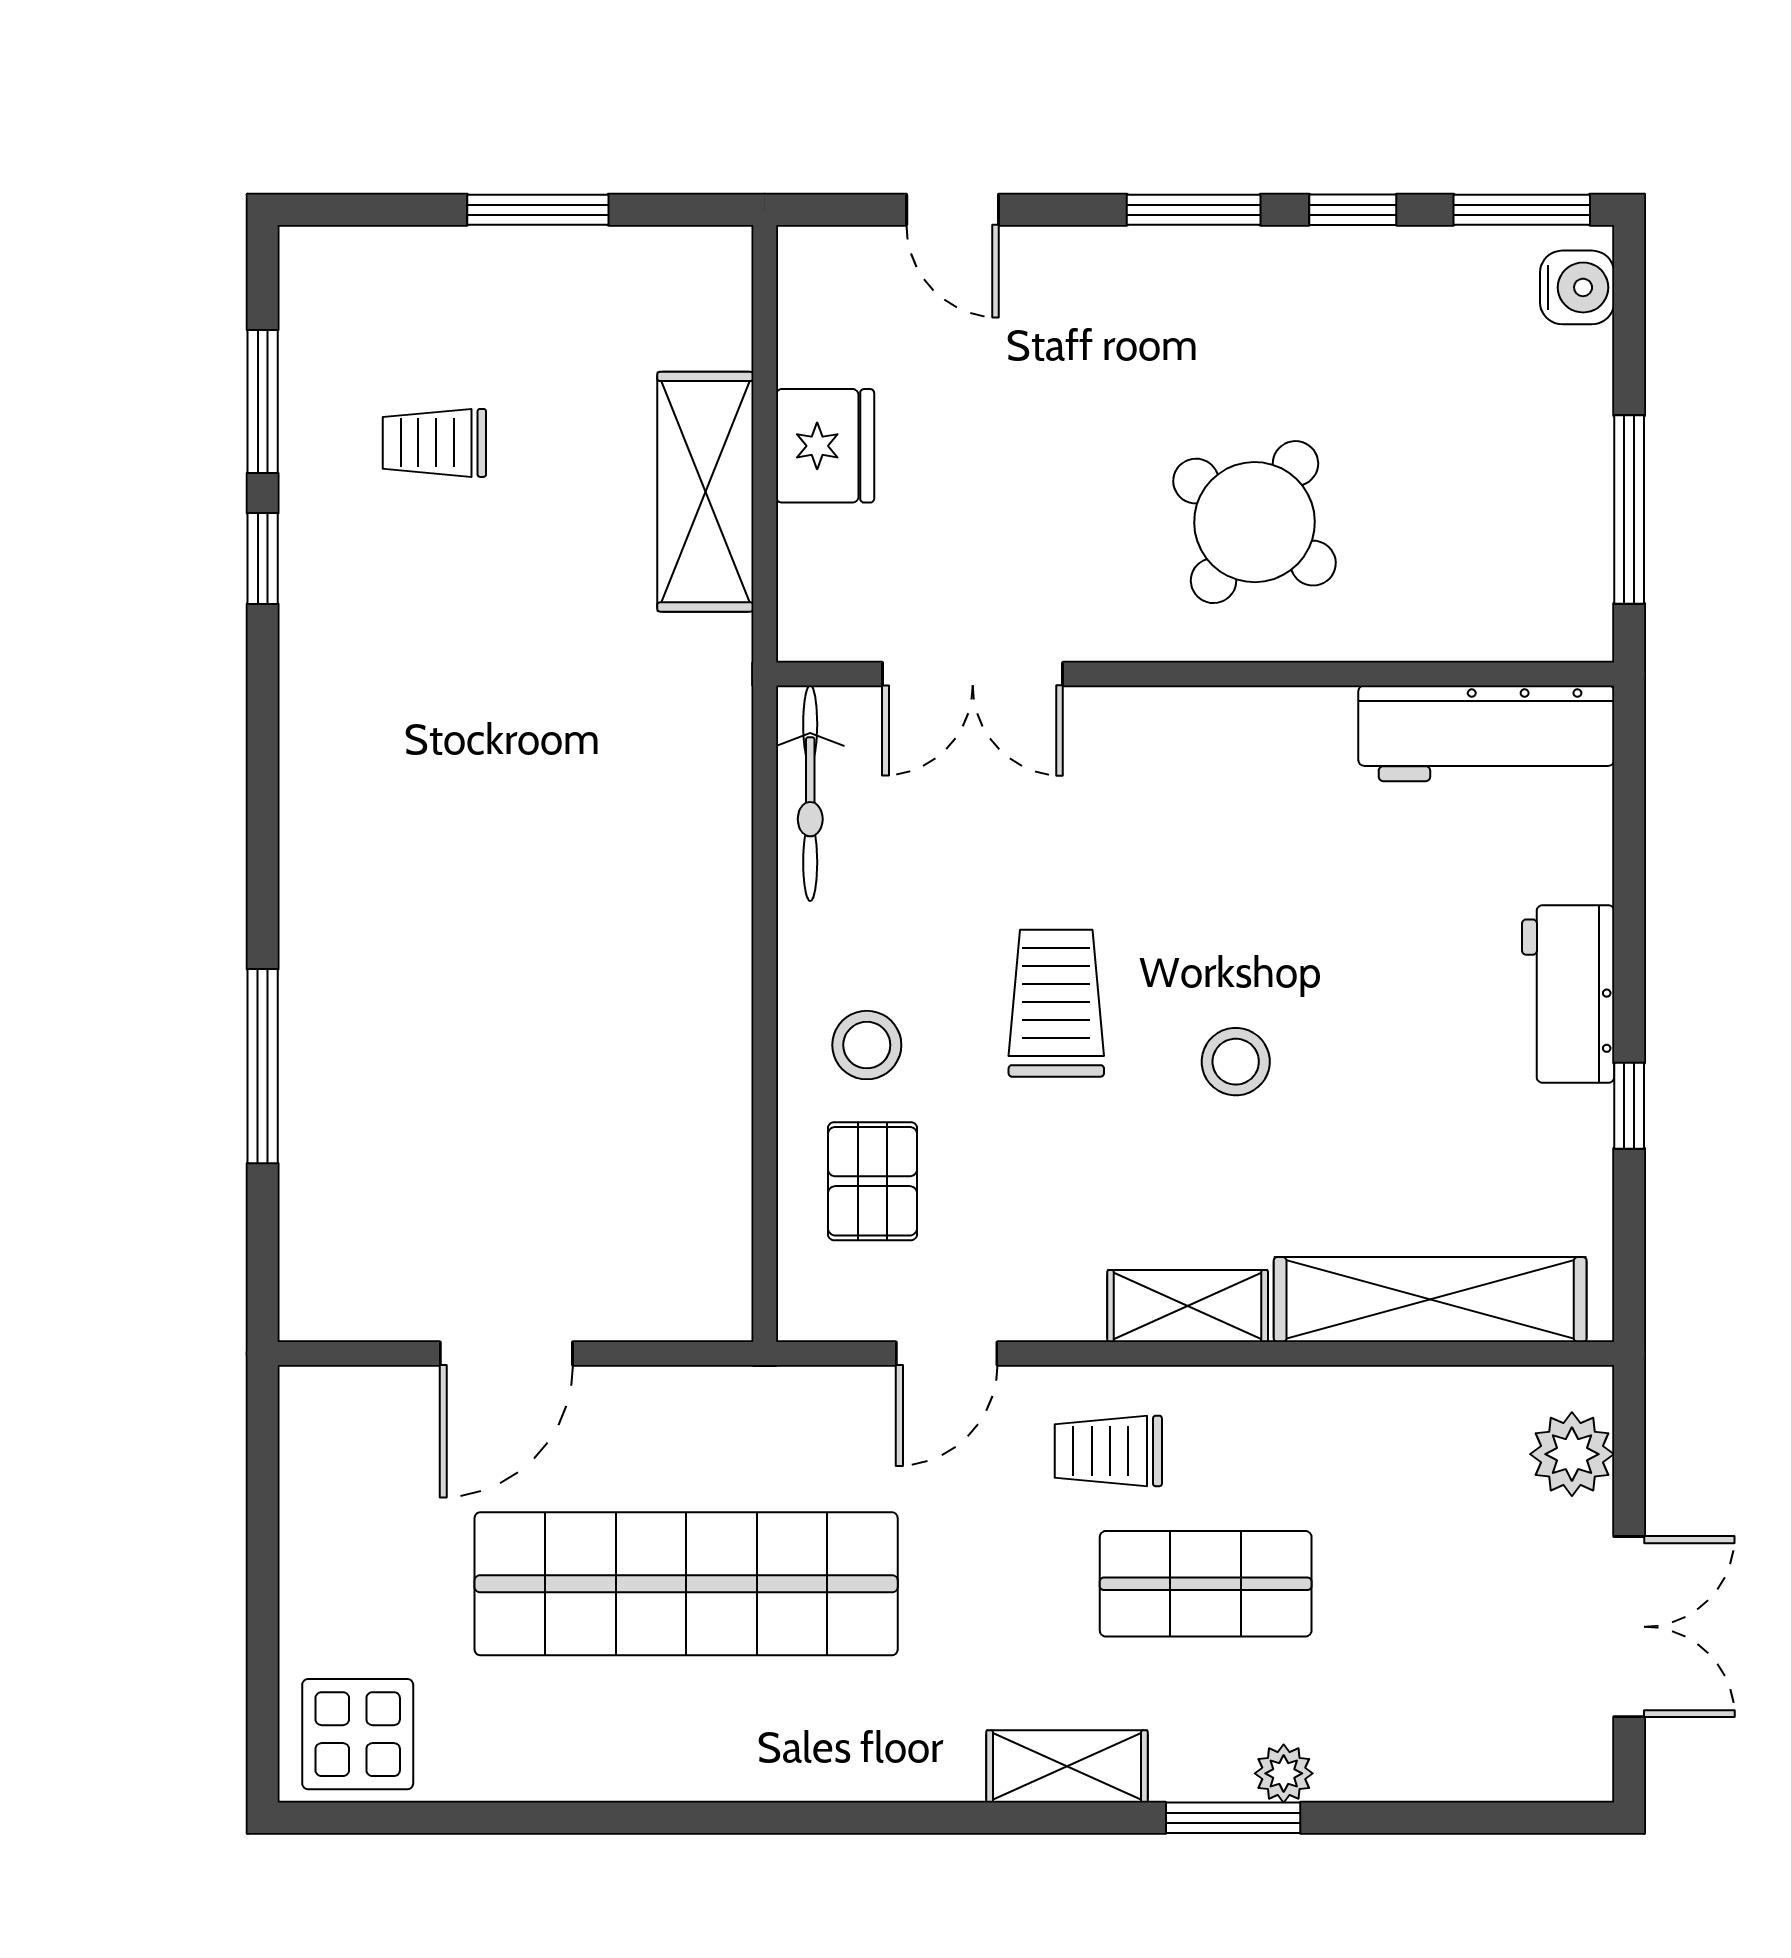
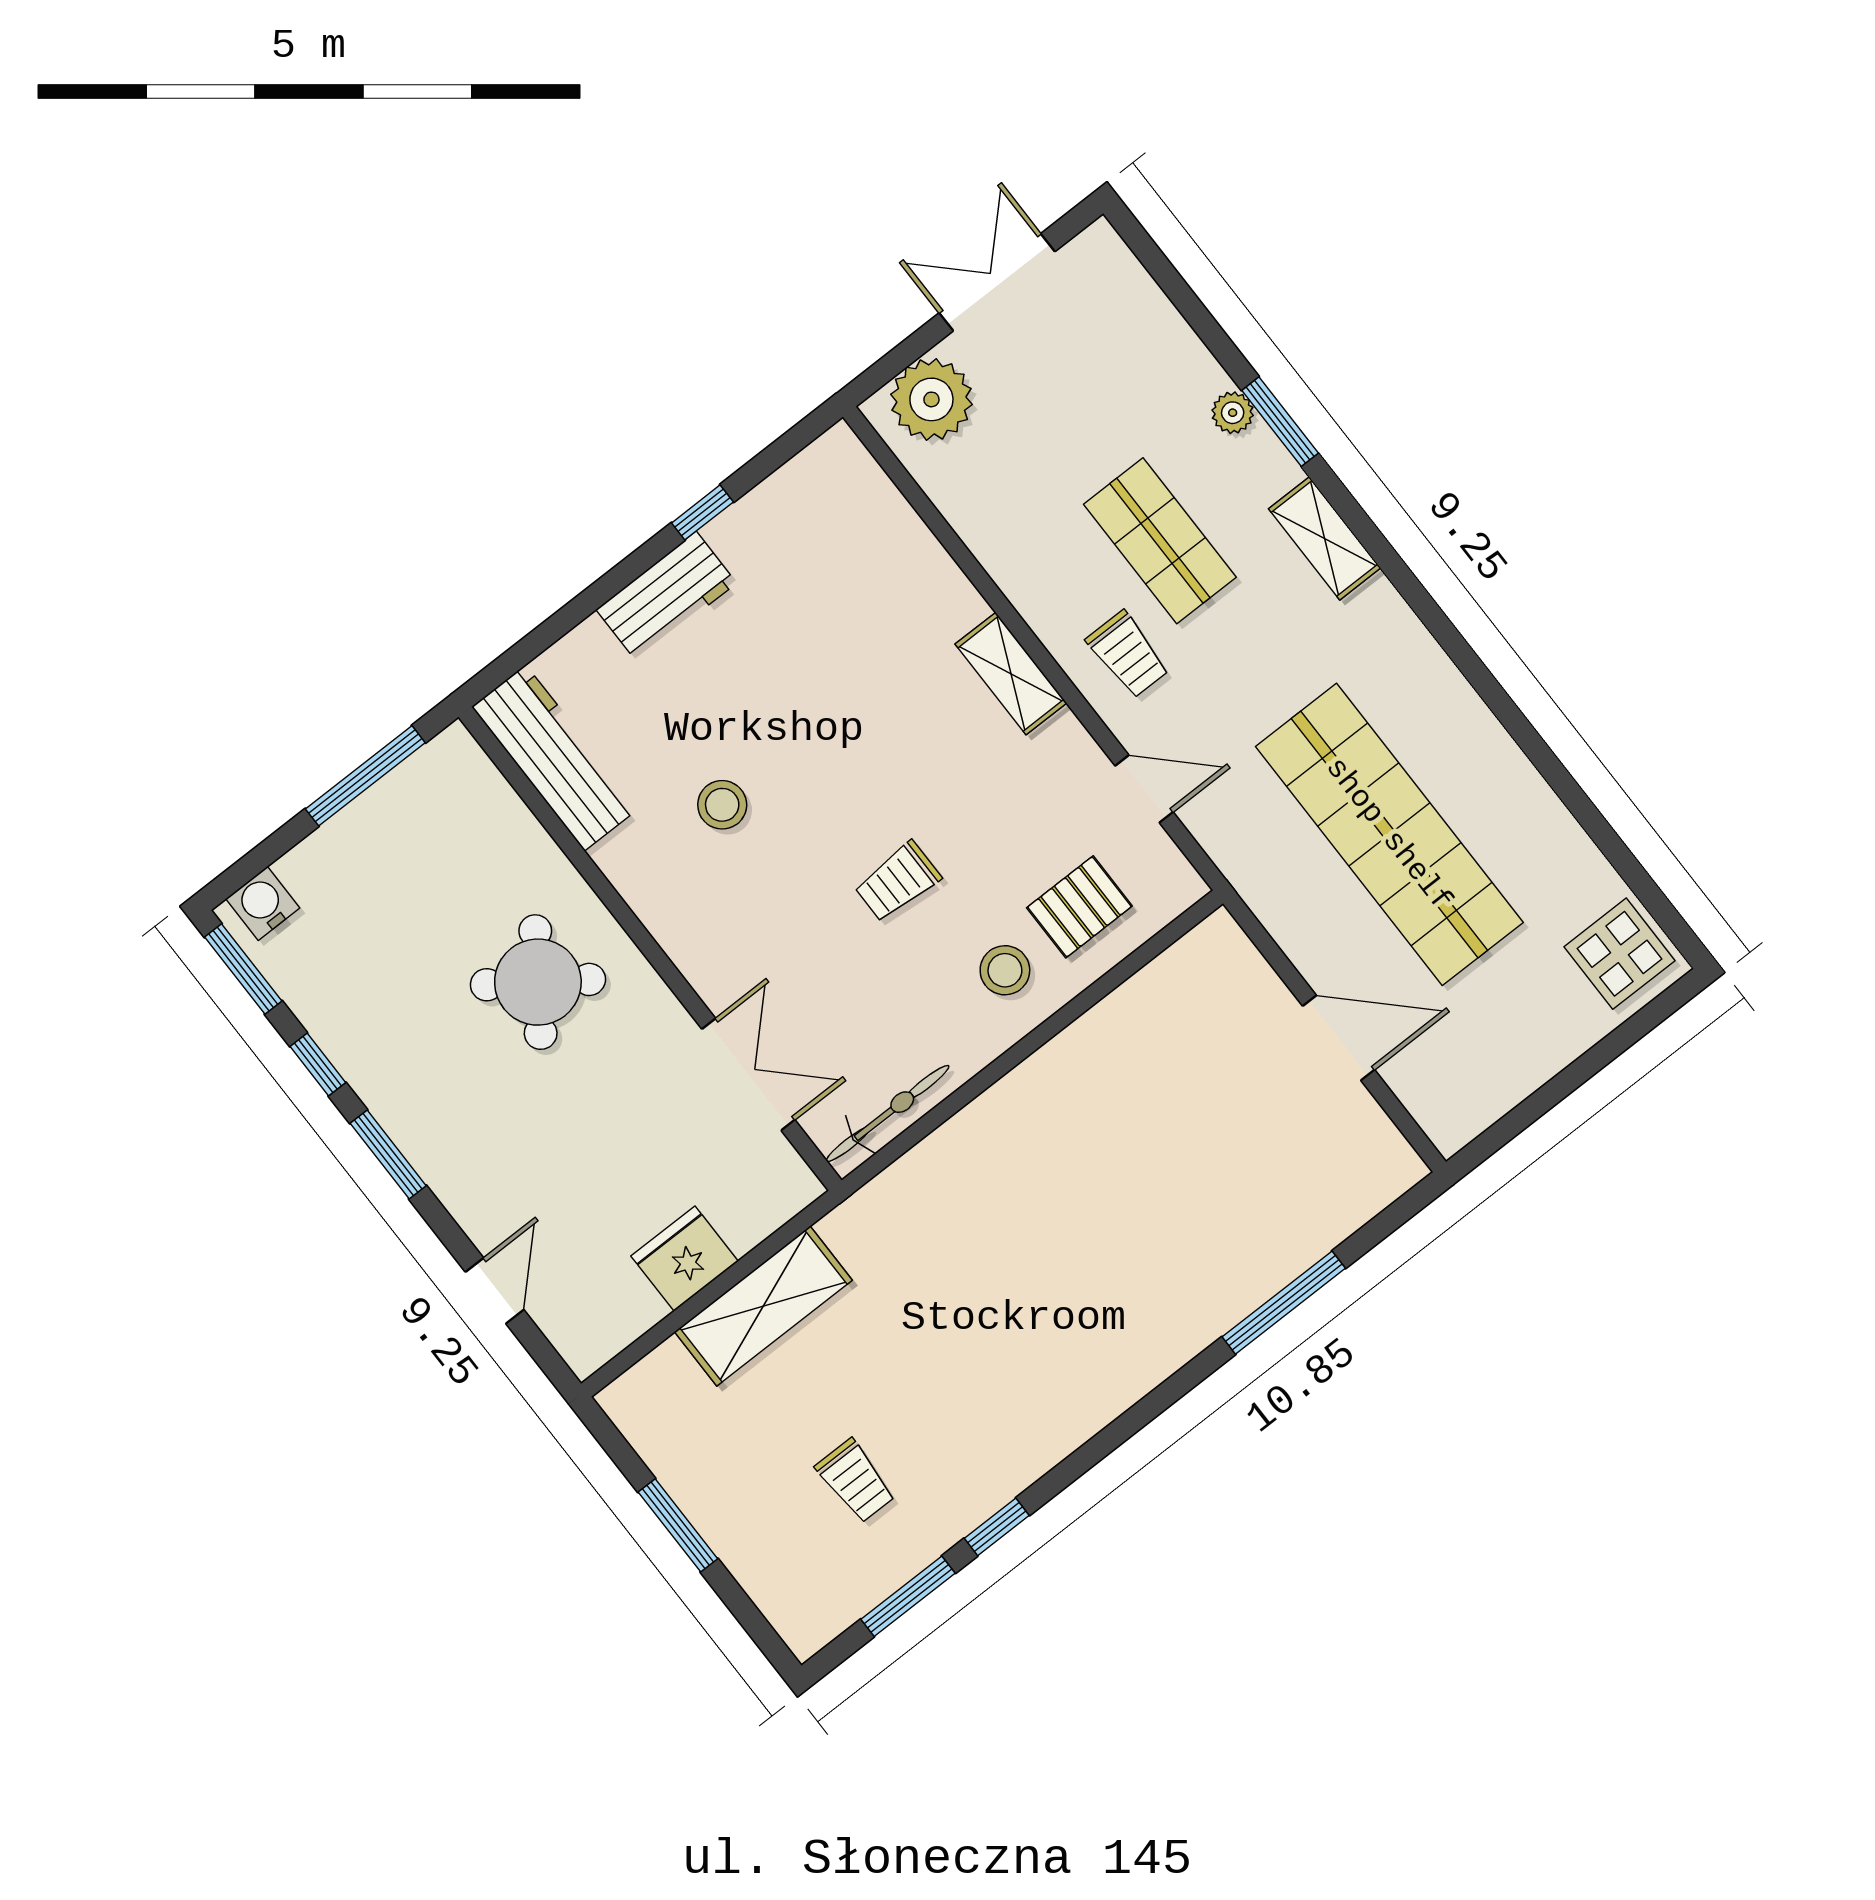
trolley: (1056, 1003) -> (898, 882), width x0.73, depth x0.72
stool: (1236, 1062) -> (722, 805), moved
shelving: (1430, 1300) -> (900, 539), removed
plant: (1572, 1454) -> (931, 399), width x1.36, depth x1.36

